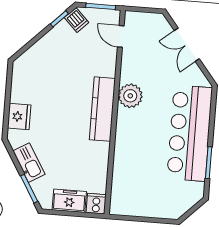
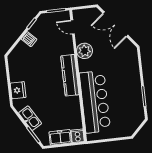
dishwasher: (77, 20) -> (29, 39), moved
double door: (187, 45) -> (115, 24), width x1.37
plant: (130, 96) -> (85, 51), moved
bar counter: (190, 133) -> (95, 102), moved, turned 180

